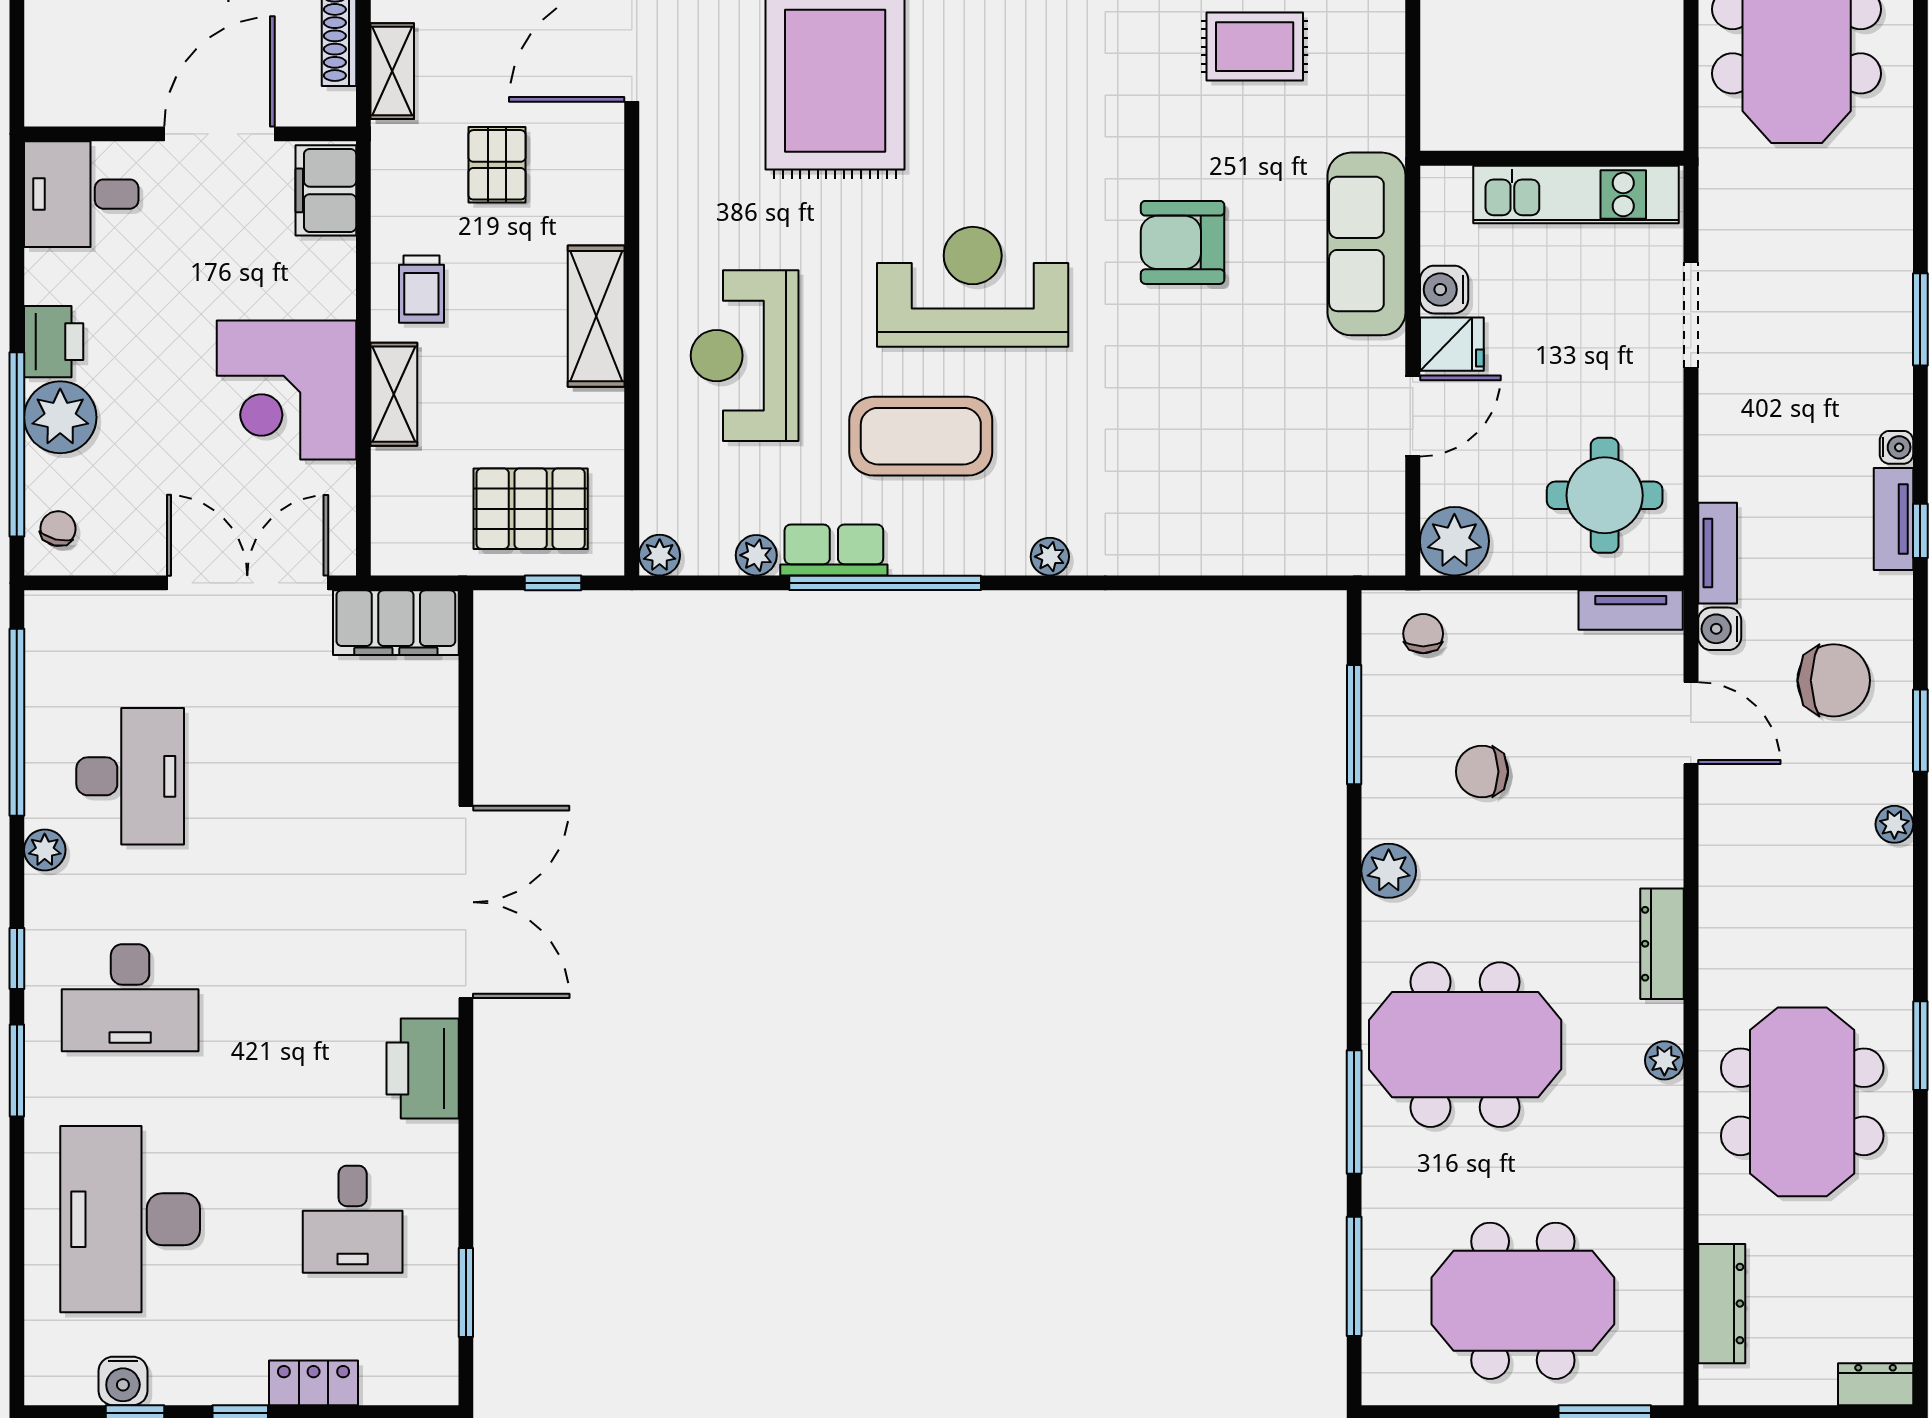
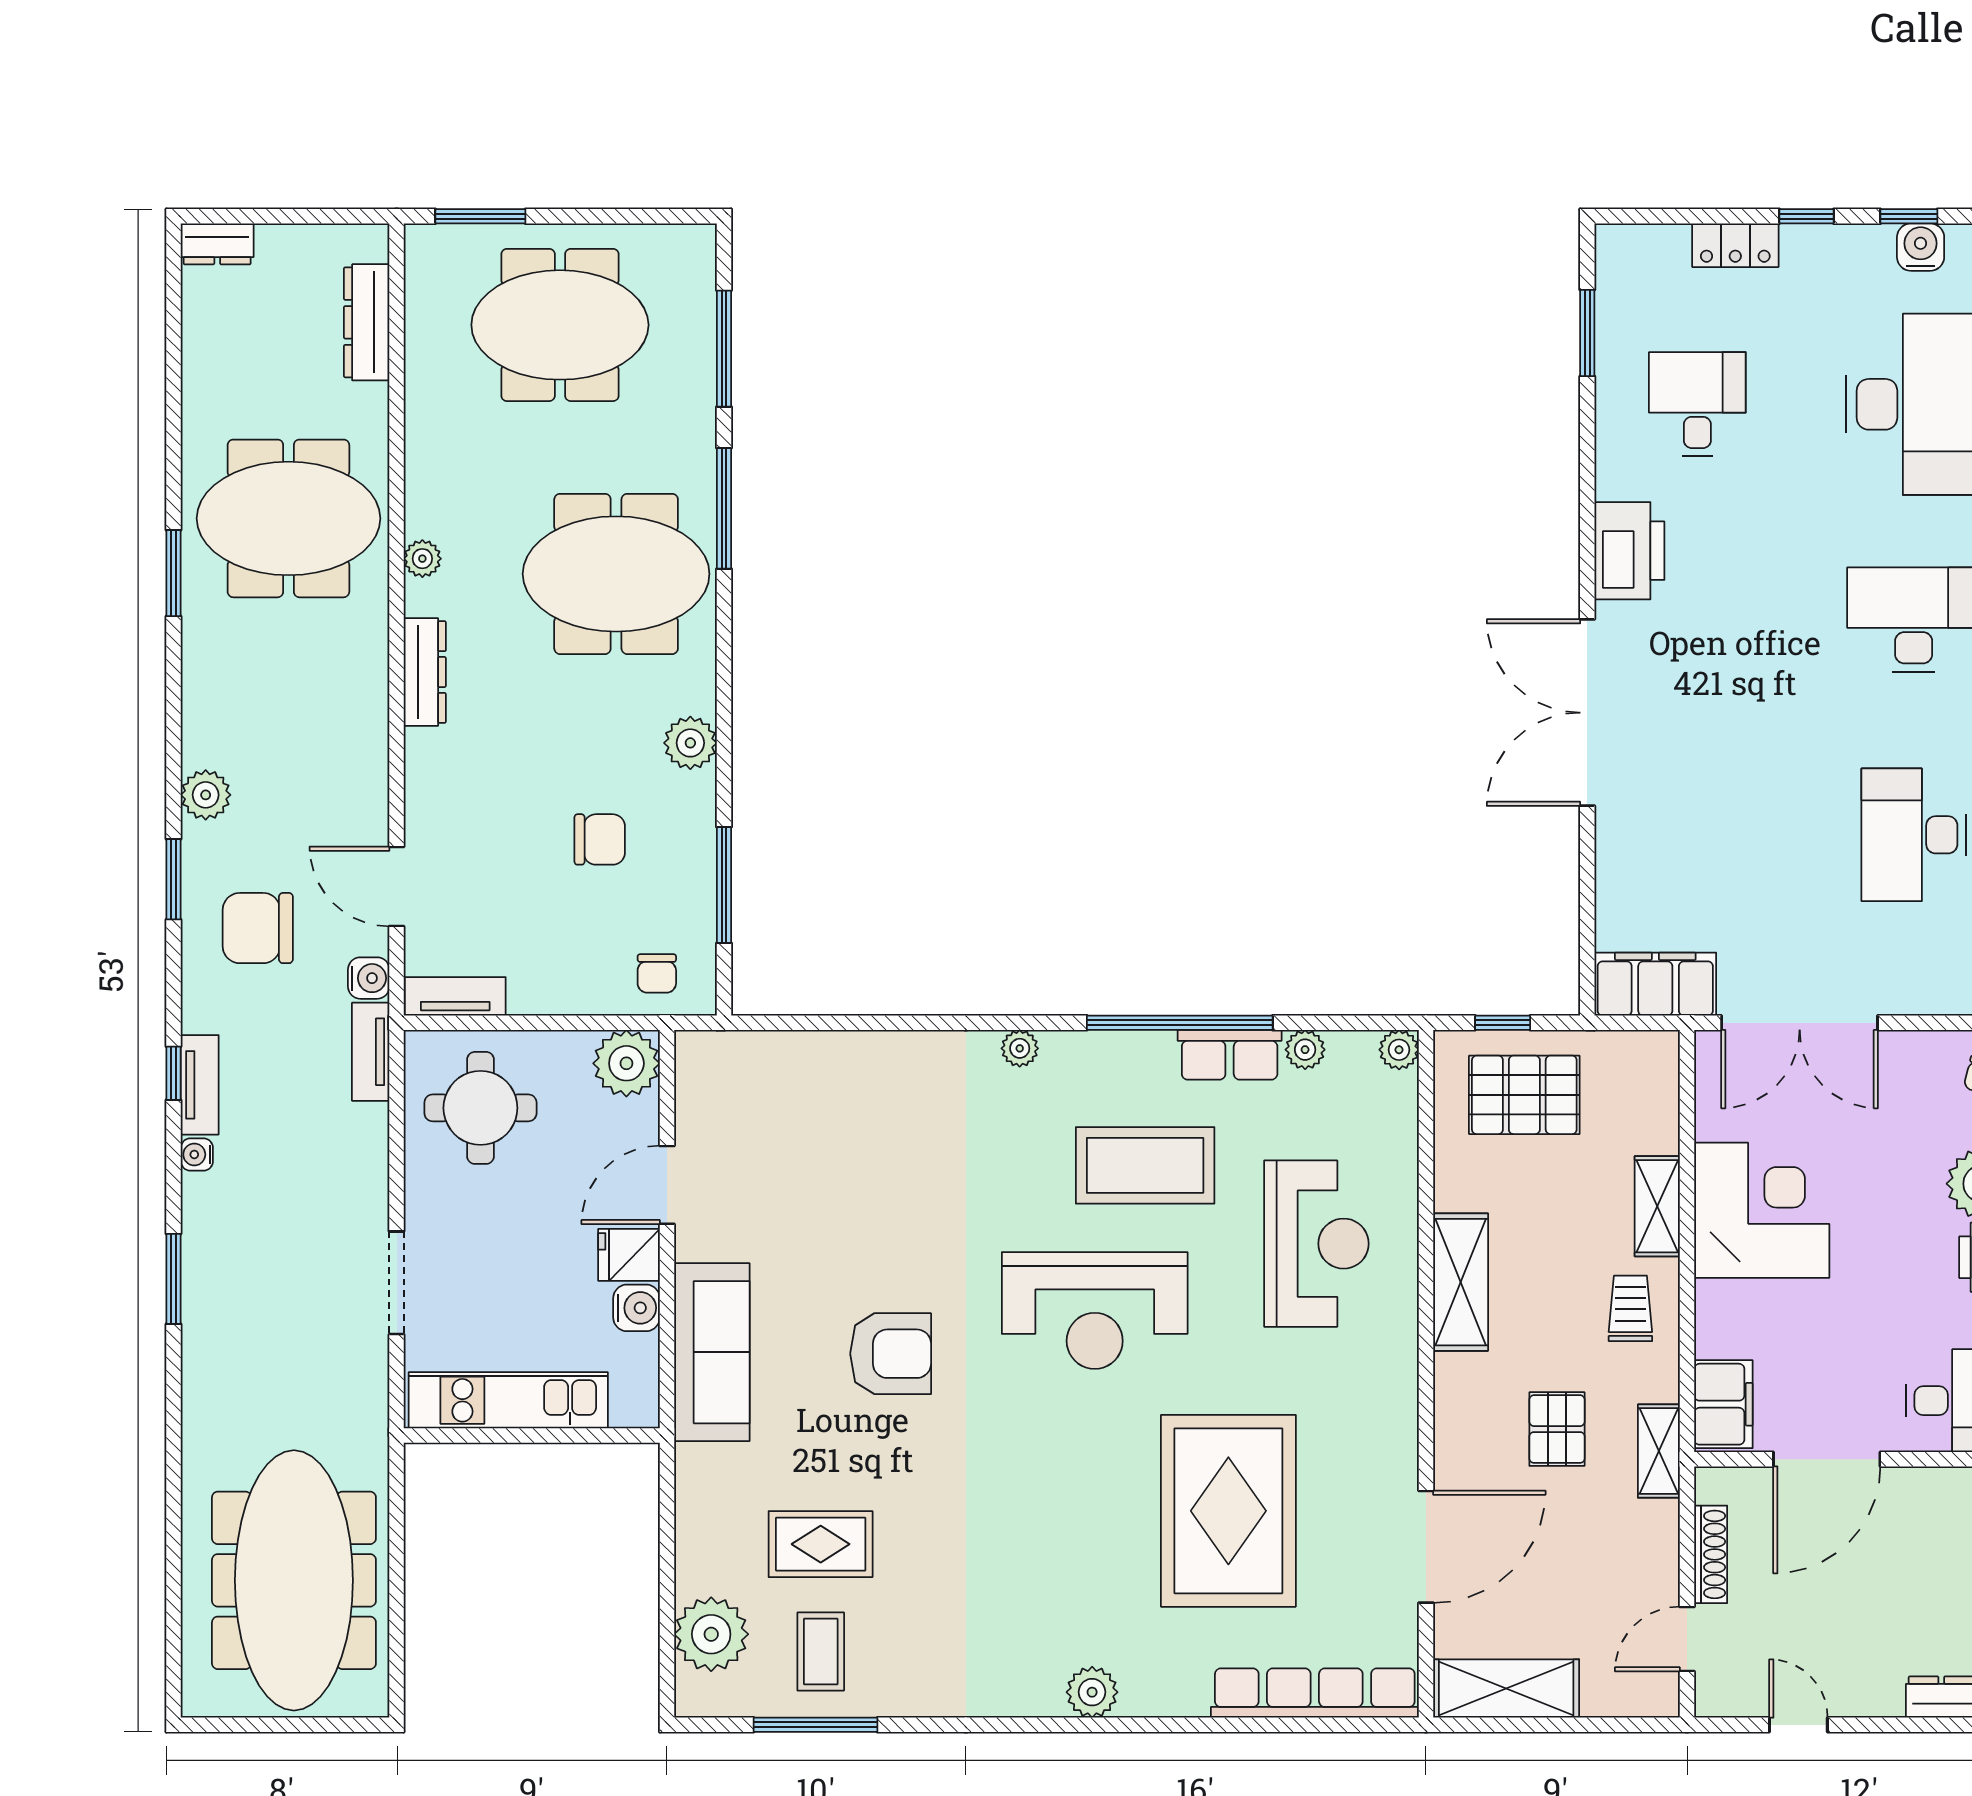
shelving: (392, 71) -> (1659, 1451), moved
plant: (1894, 824) -> (206, 795), width x1.38, depth x1.38
meeting table: (1802, 1102) -> (288, 518), turned 90

